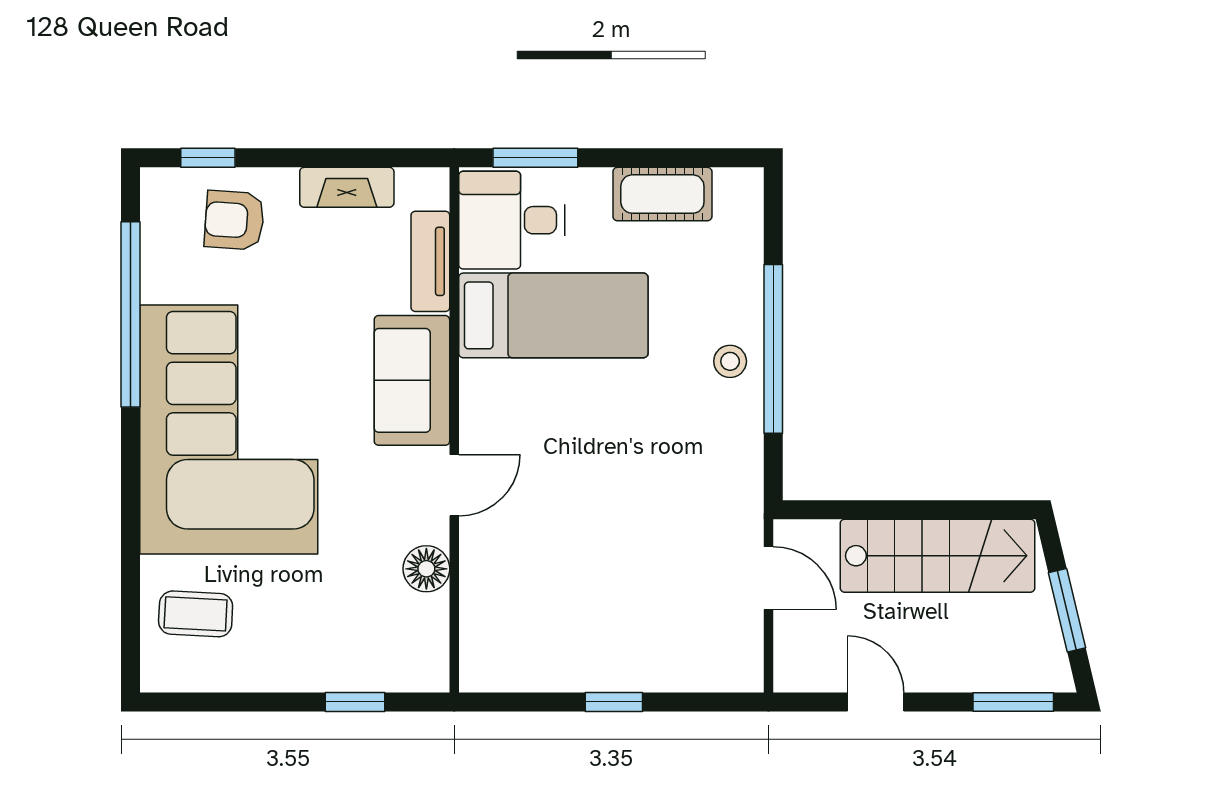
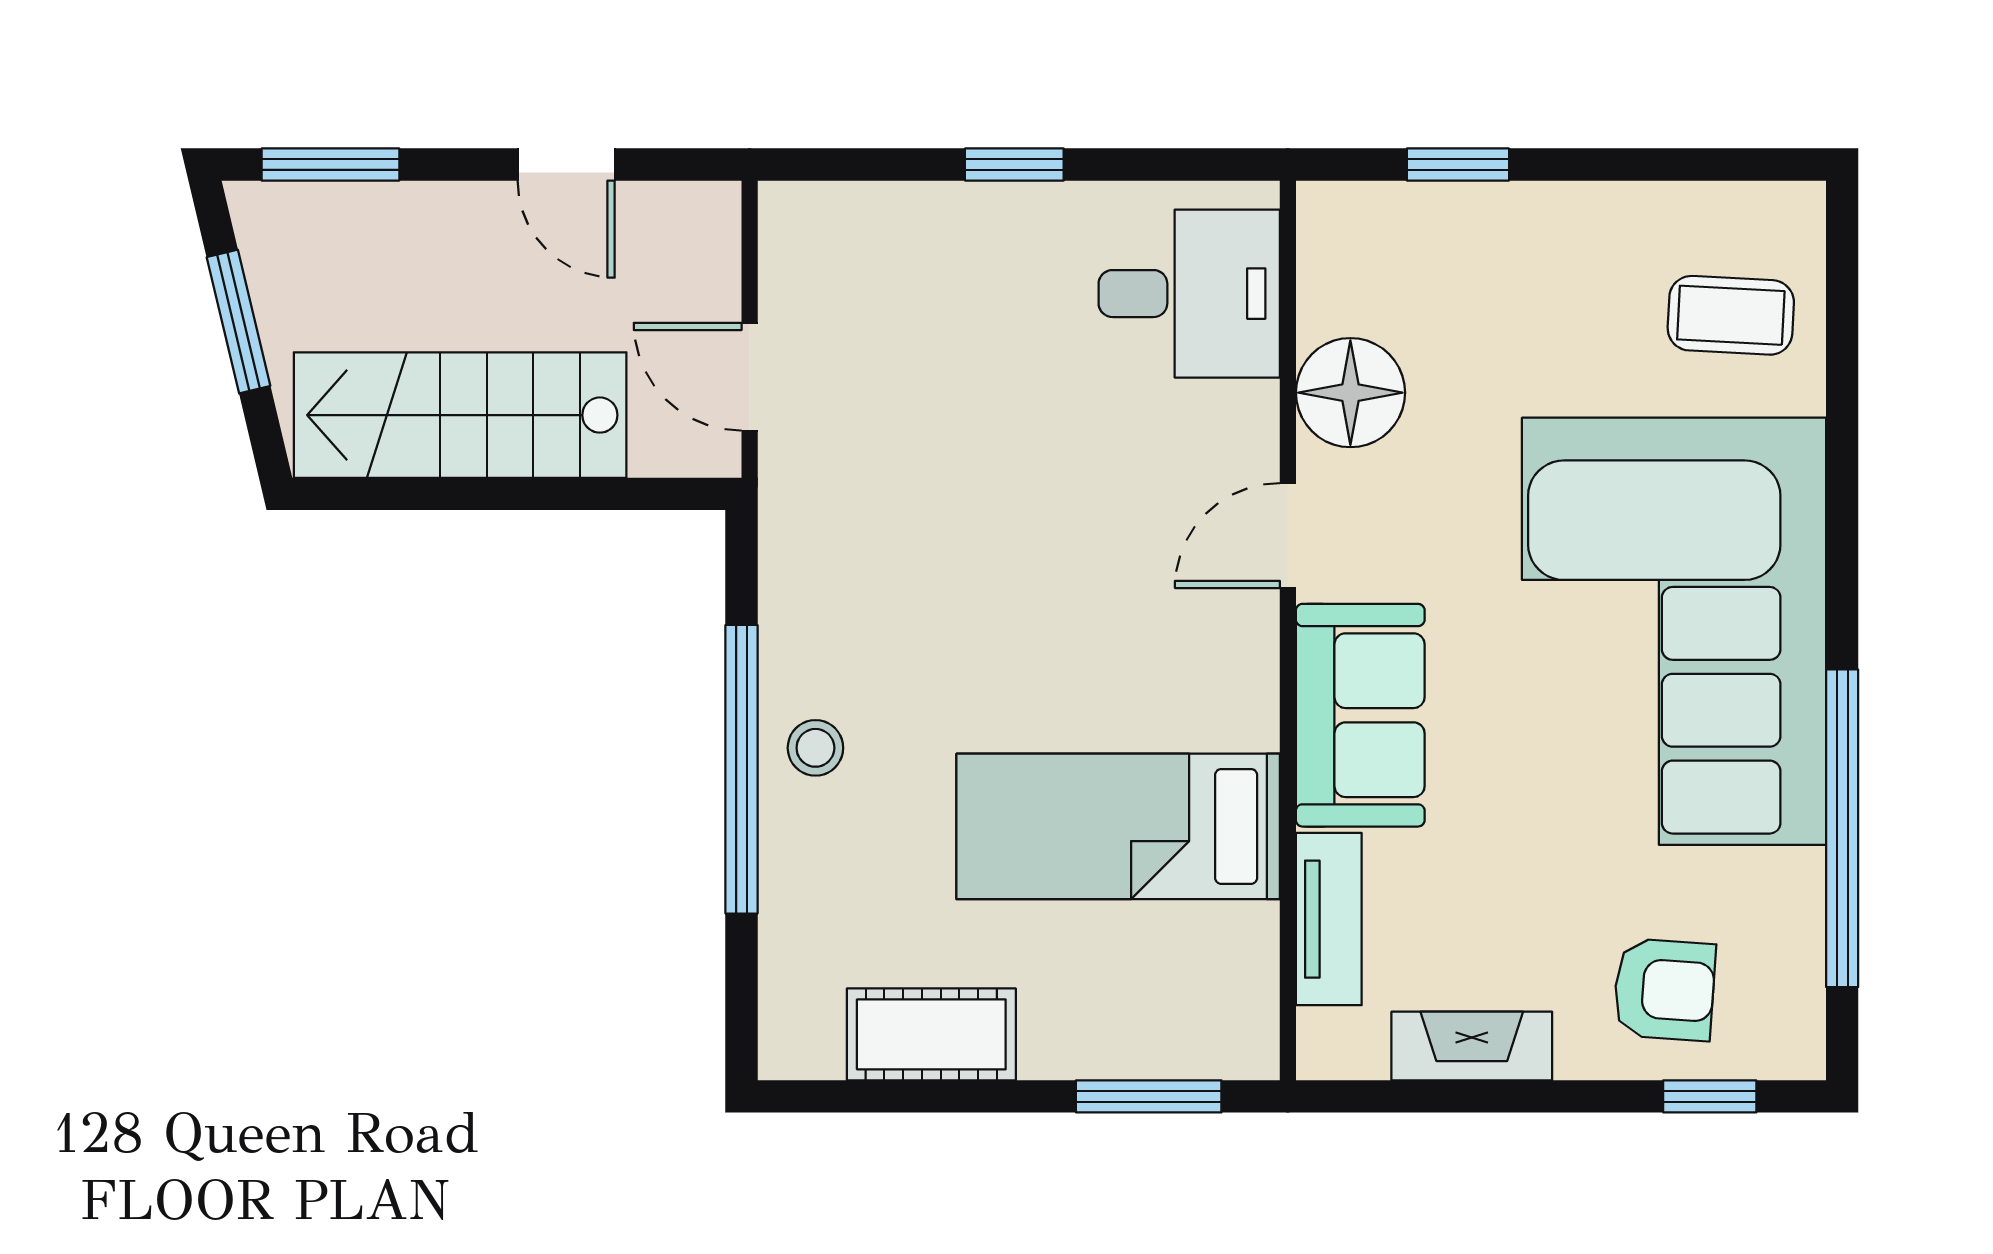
desk: (512, 220) -> (1189, 294), moved
floor lamp: (426, 569) -> (1350, 393), width x1.38, depth x1.38

